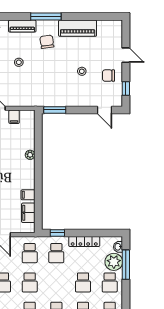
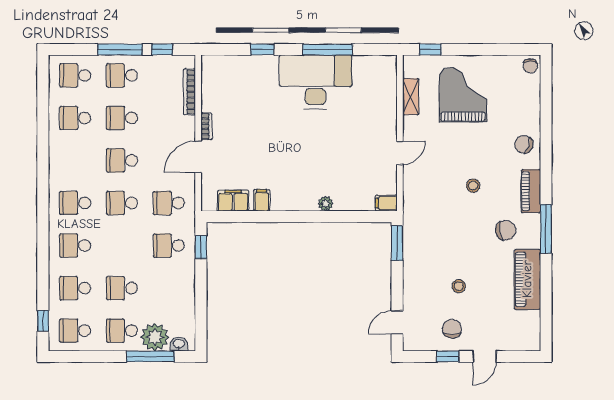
window: (126, 89) -> (448, 356), moved
filing cabinet: (14, 117) -> (386, 203), moved
locker: (84, 241) -> (187, 290), removed

